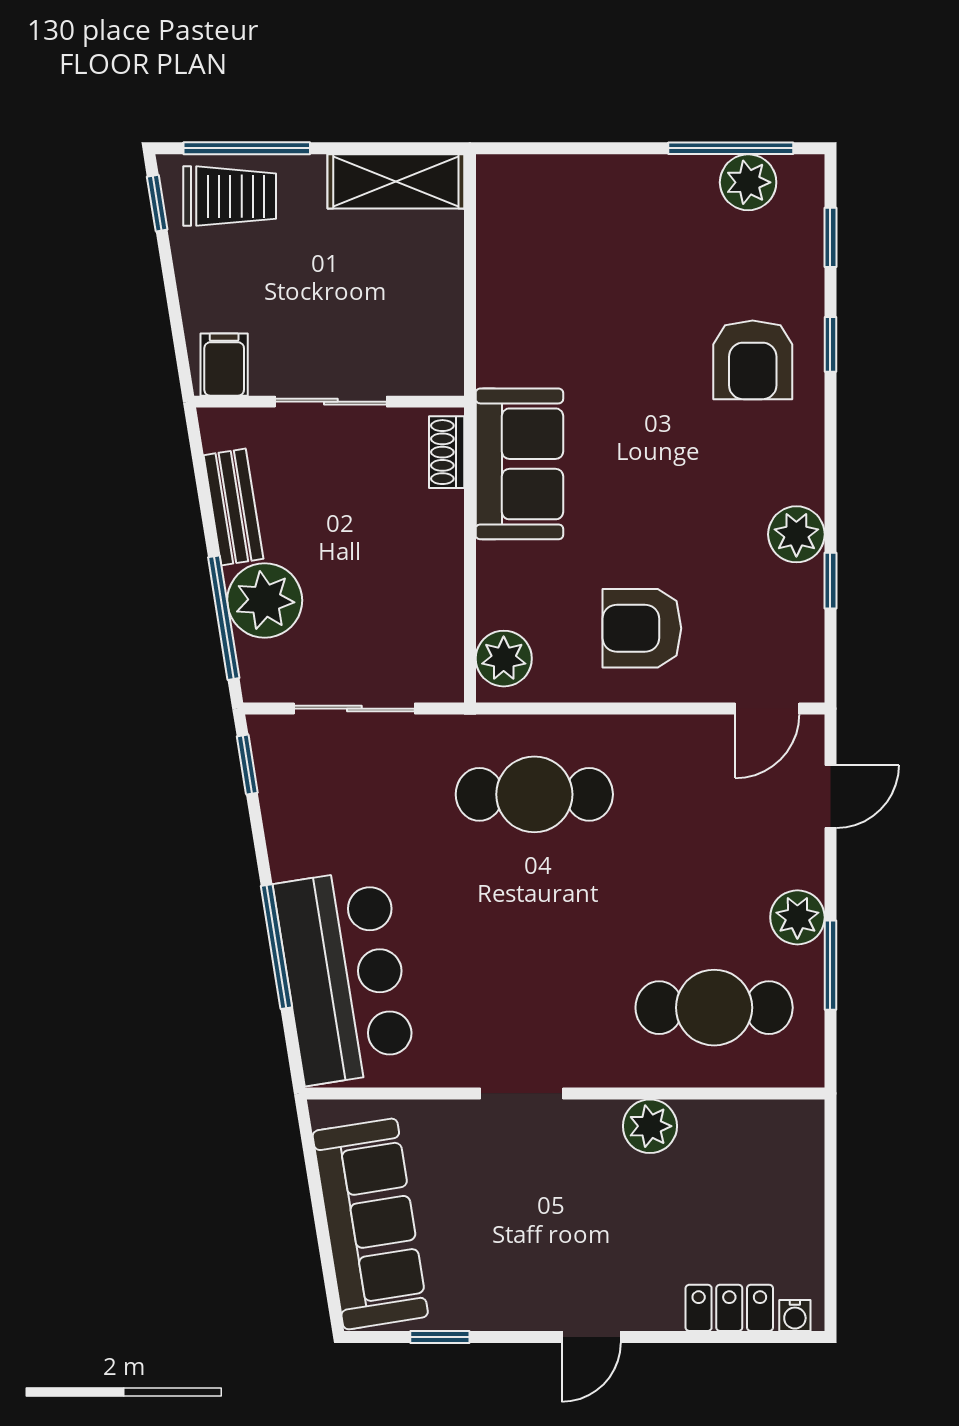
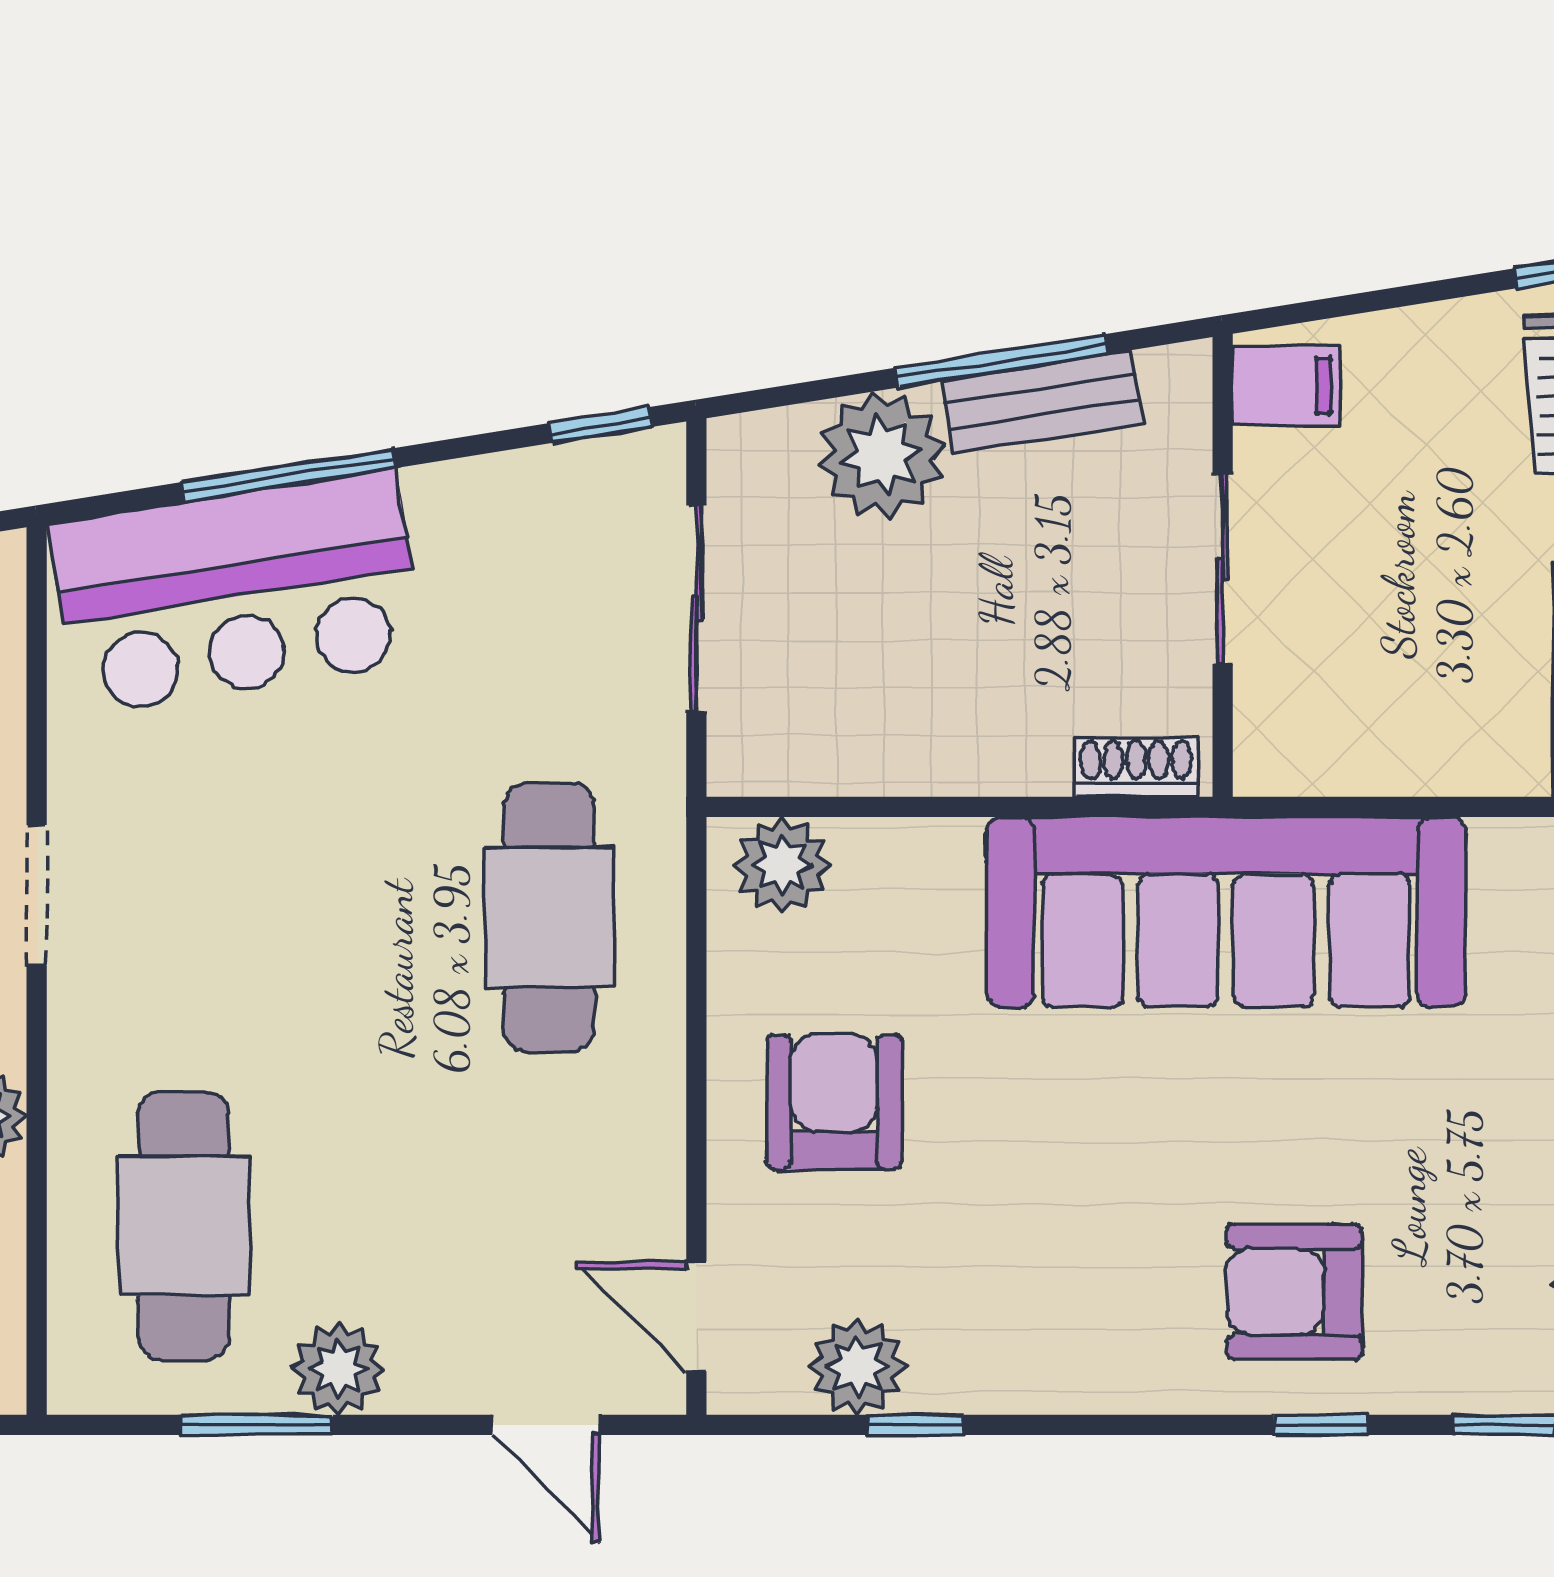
sofa: (519, 464) -> (1226, 912), width x1.85, depth x1.27
plant: (796, 534) -> (857, 1367), moved
window: (224, 618) -> (1001, 361), moved

